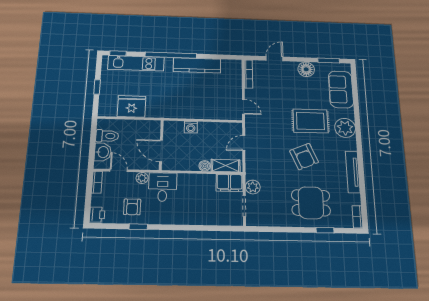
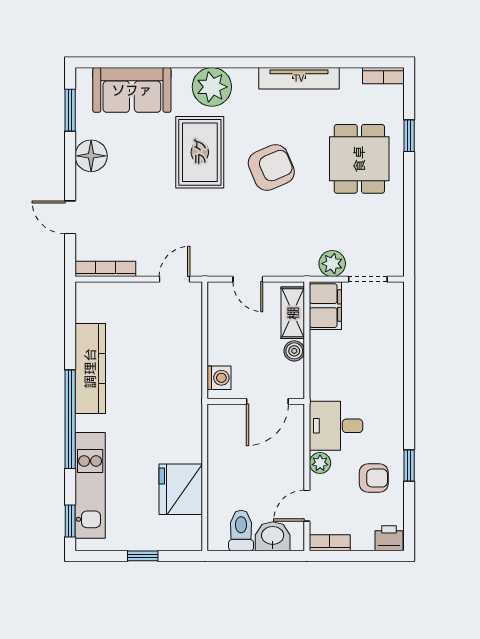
wall: (161, 145) -> (256, 401), moved
door: (161, 151) -> (267, 401), moved

